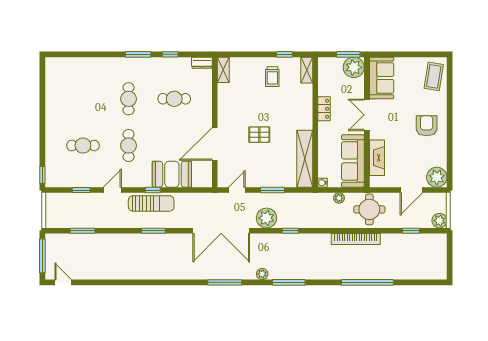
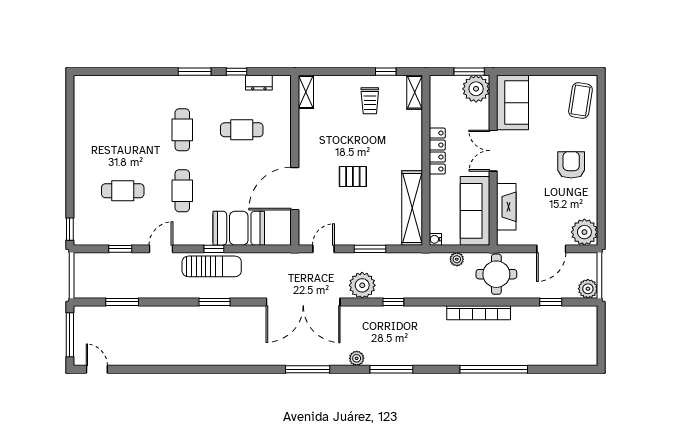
dresser: (202, 63) -> (259, 83), moved
locker: (324, 109) -> (437, 151), width x1.53

